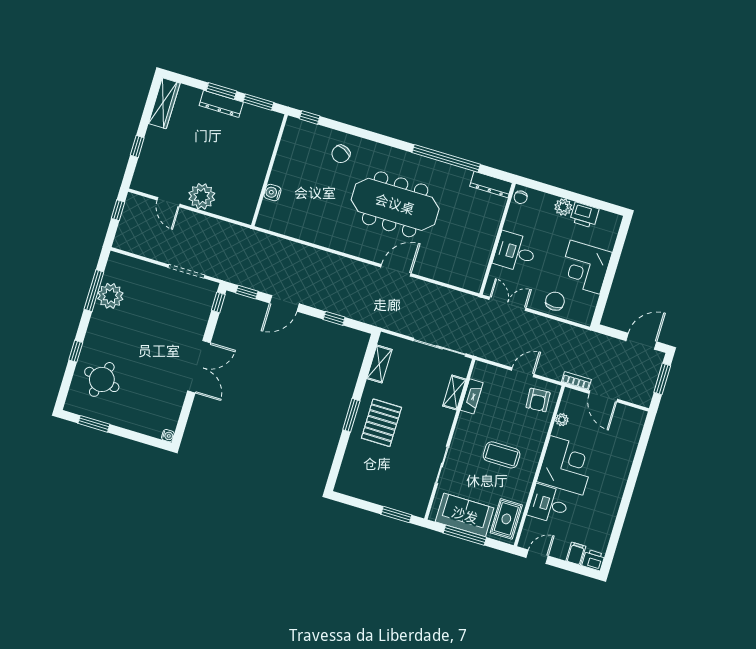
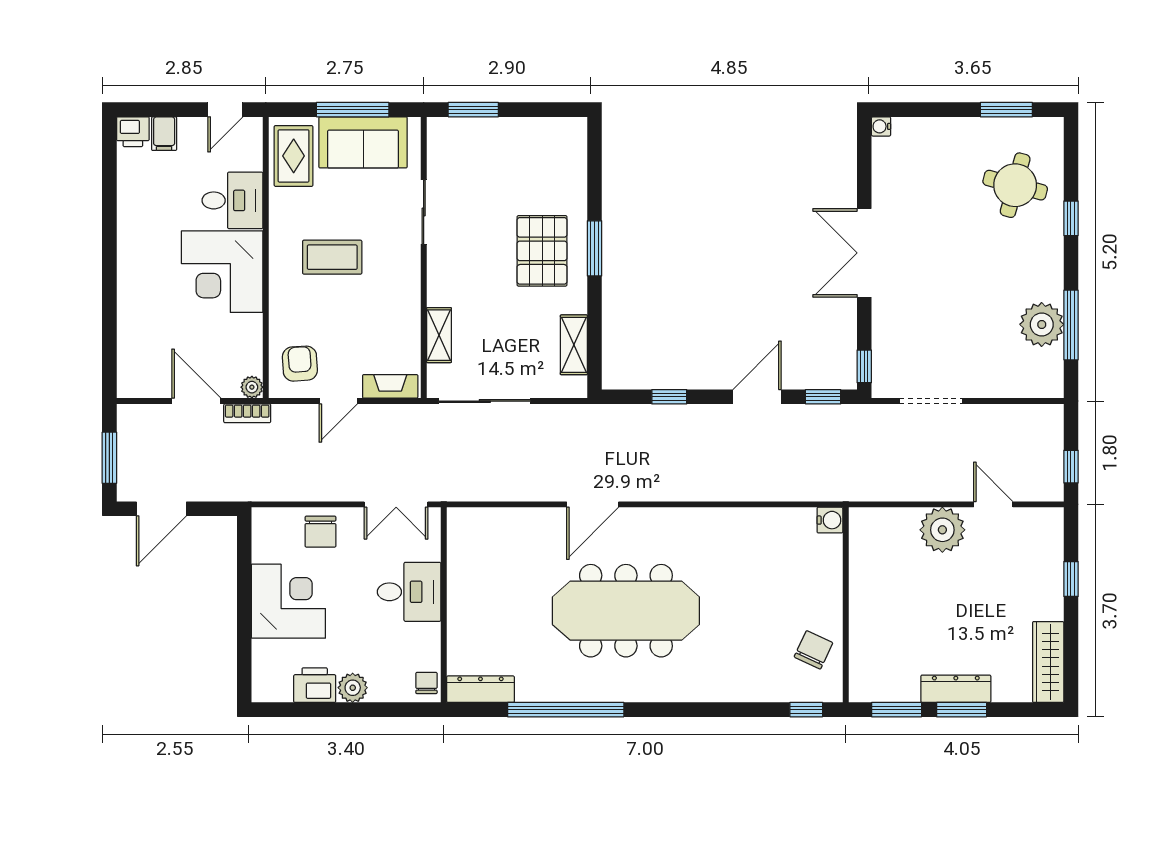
chair: (341, 154) -> (813, 650), moved
water cooler: (272, 193) -> (830, 520), moved
fireplace: (472, 396) -> (390, 386), moved, turned 90
plant: (562, 420) -> (252, 387), moved

